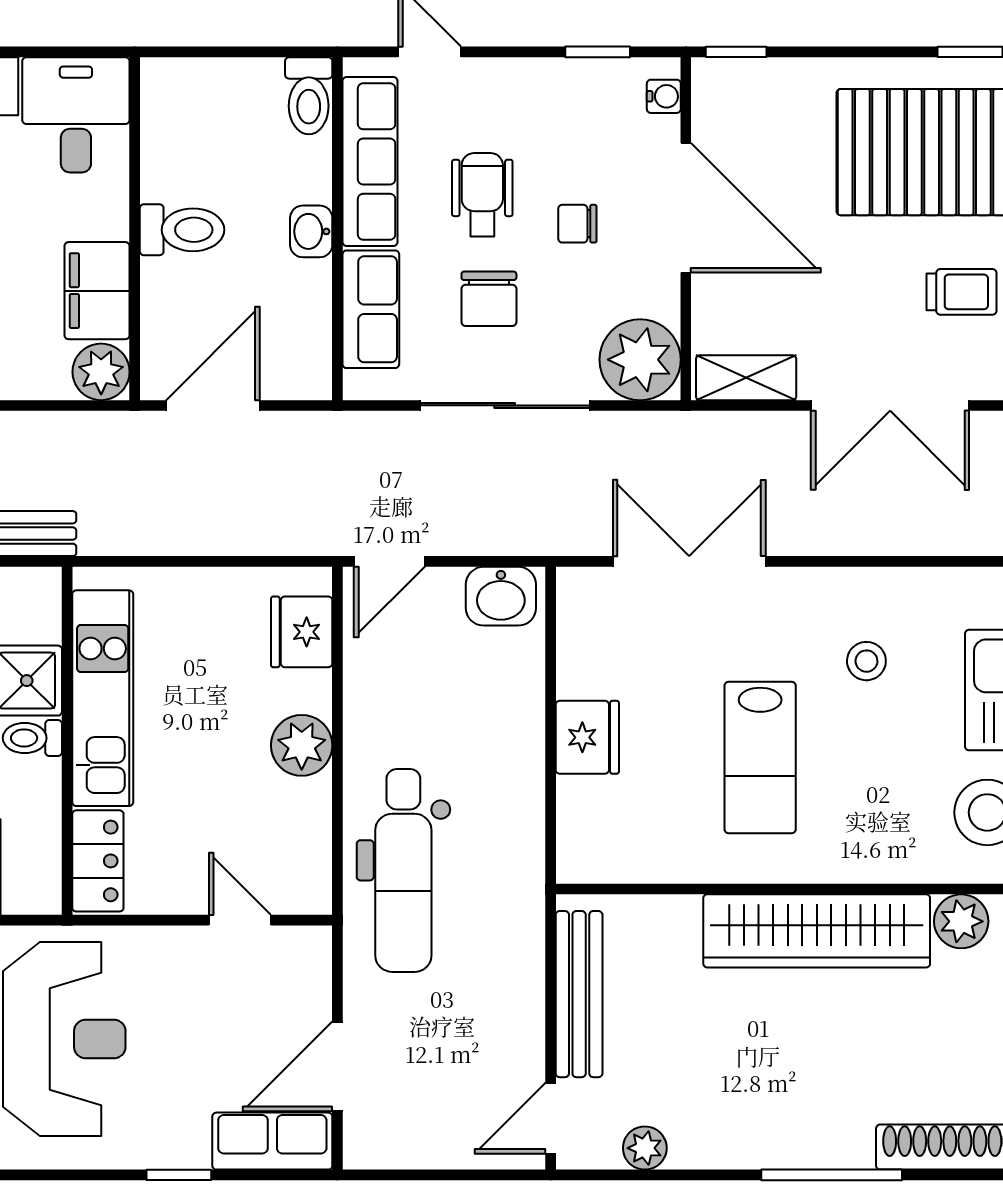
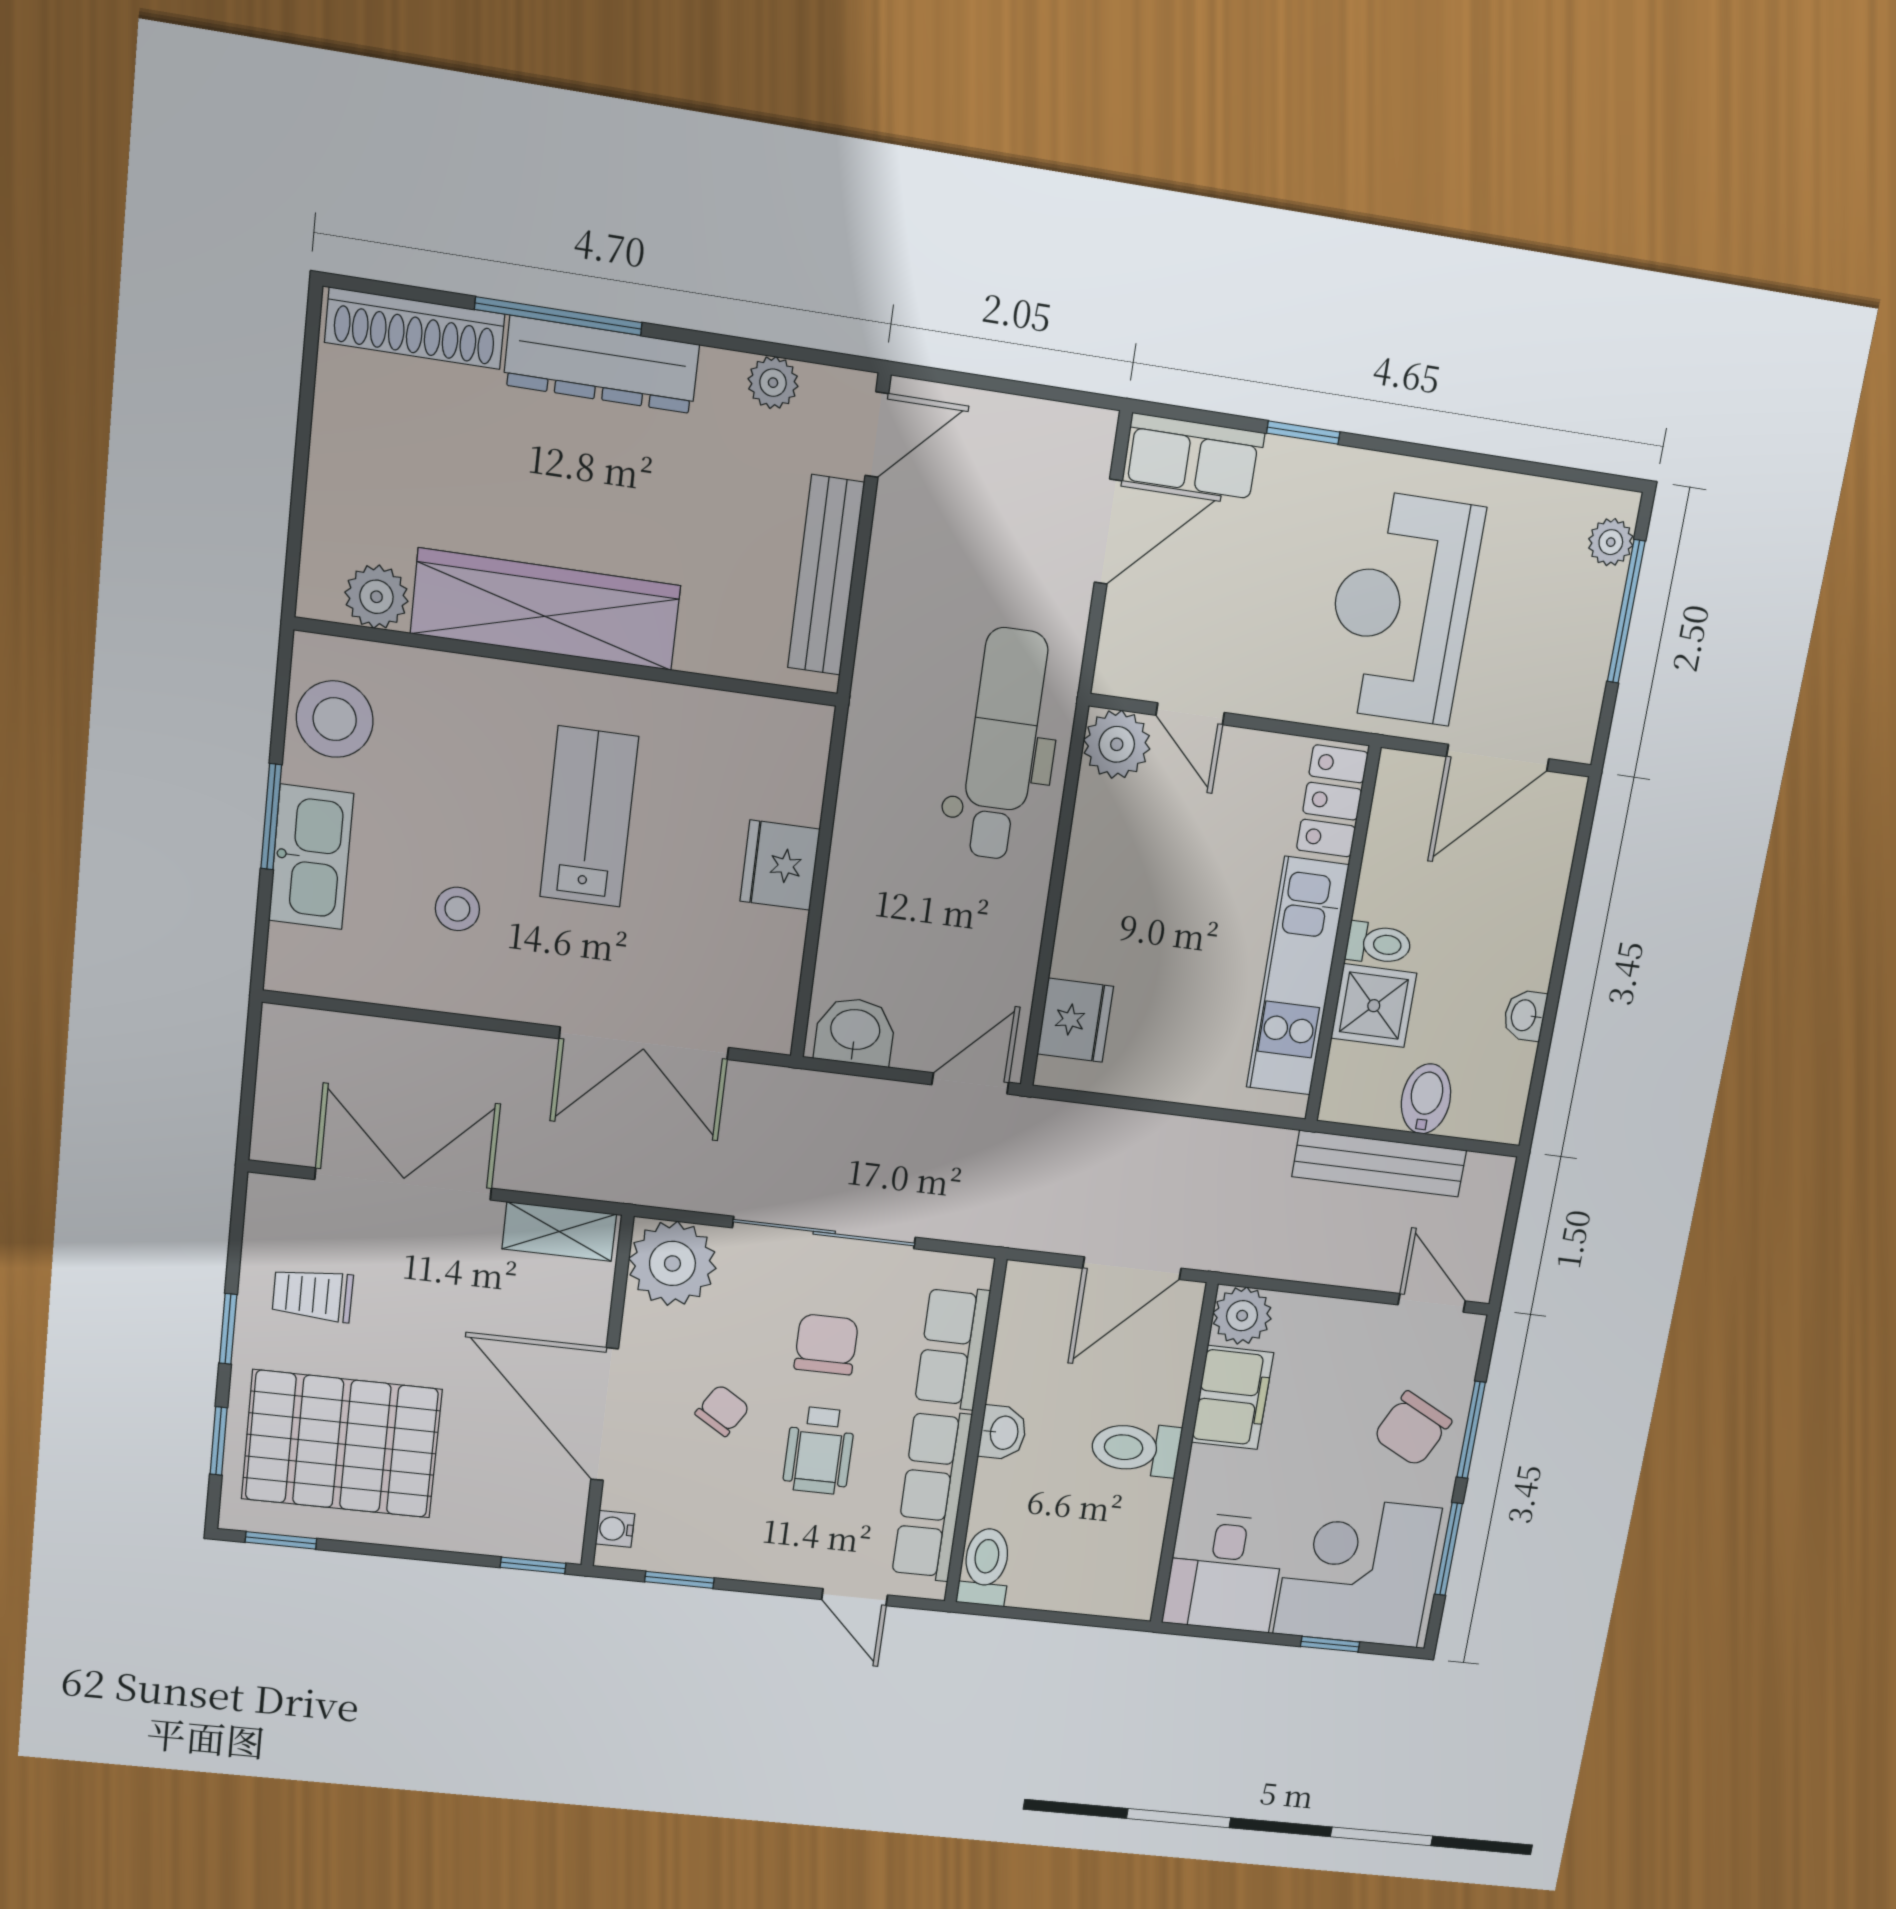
chair: (577, 224) -> (722, 1410), turned -58
plant: (302, 745) -> (1117, 744), moved
dresser: (791, 1141) -> (602, 365), added

